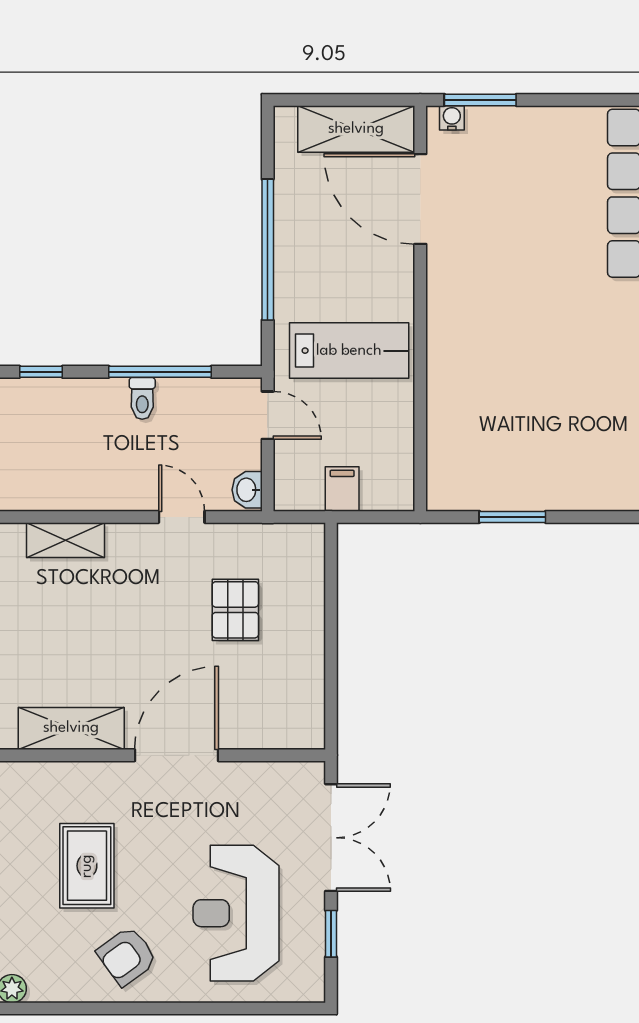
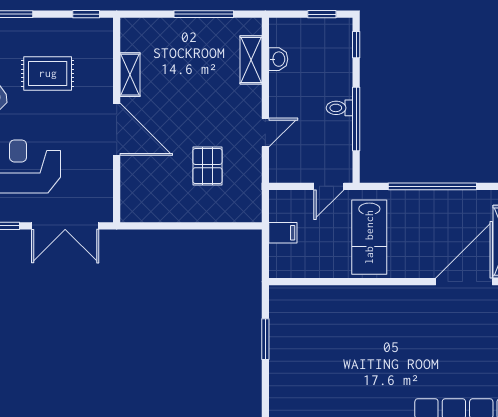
washbasin: (247, 490) -> (278, 59), moved, turned 90
pallet: (235, 610) -> (207, 166), turned 90
shelving: (71, 728) -> (130, 75), width x0.67, depth x0.75

